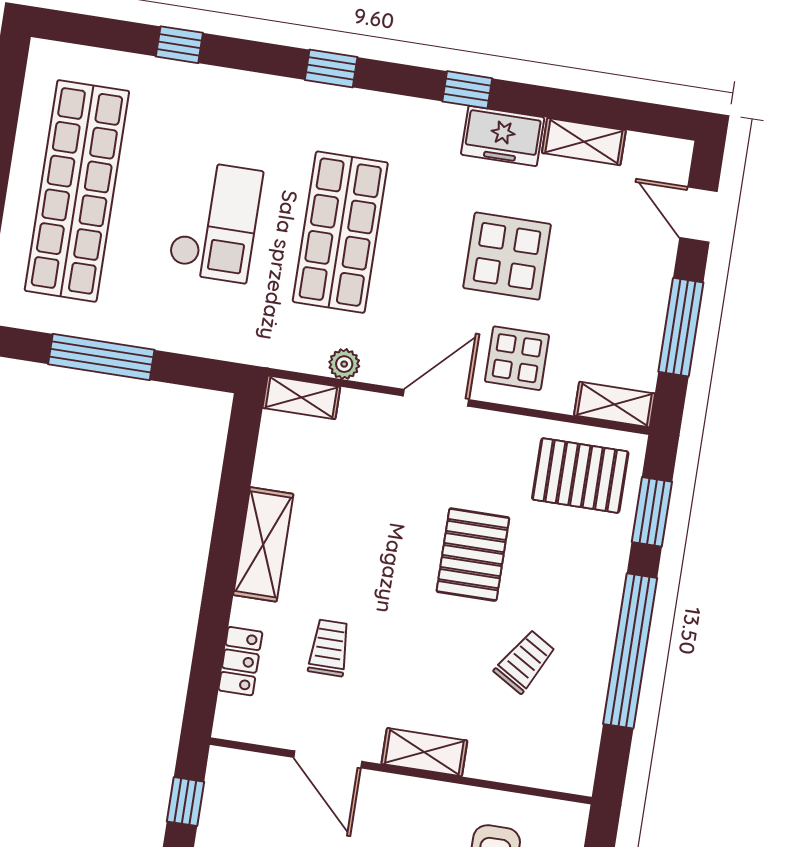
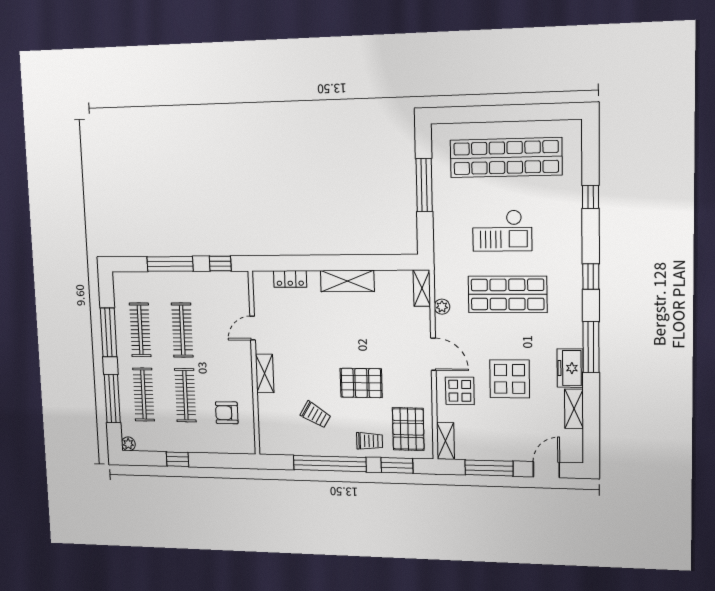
window: (467, 90) -> (591, 347), width x2.17
trolley: (329, 648) -> (370, 441), moved
door: (328, 759) -> (253, 328), width x0.73

